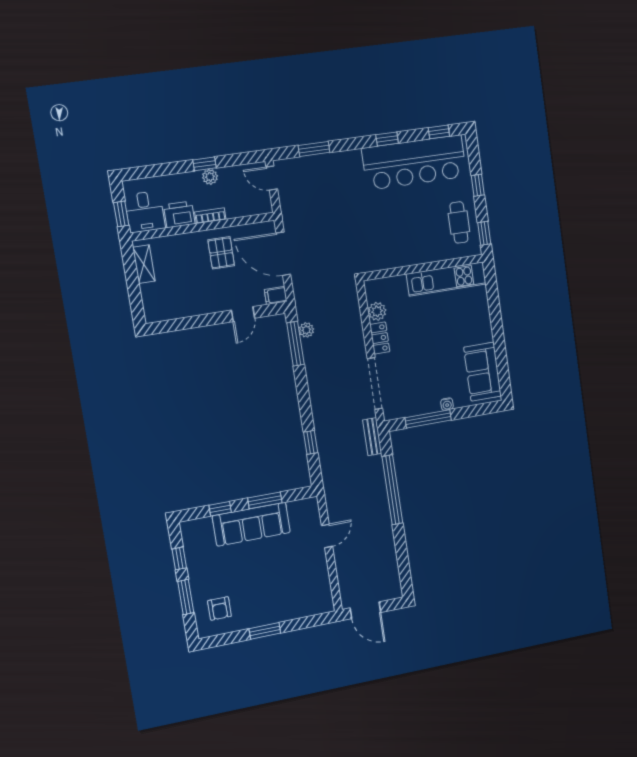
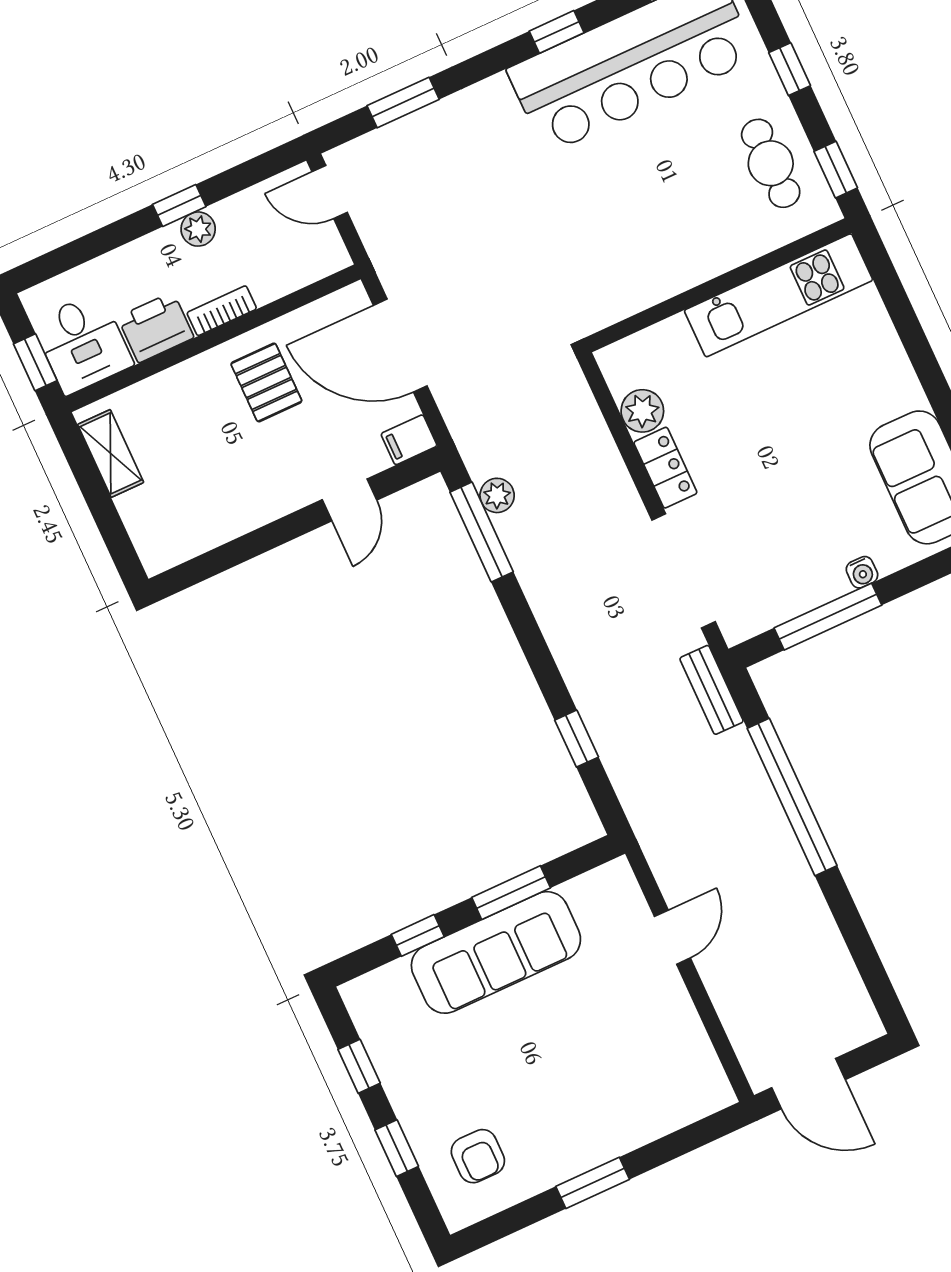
window: (186, 597) -> (397, 1148), width x0.67

